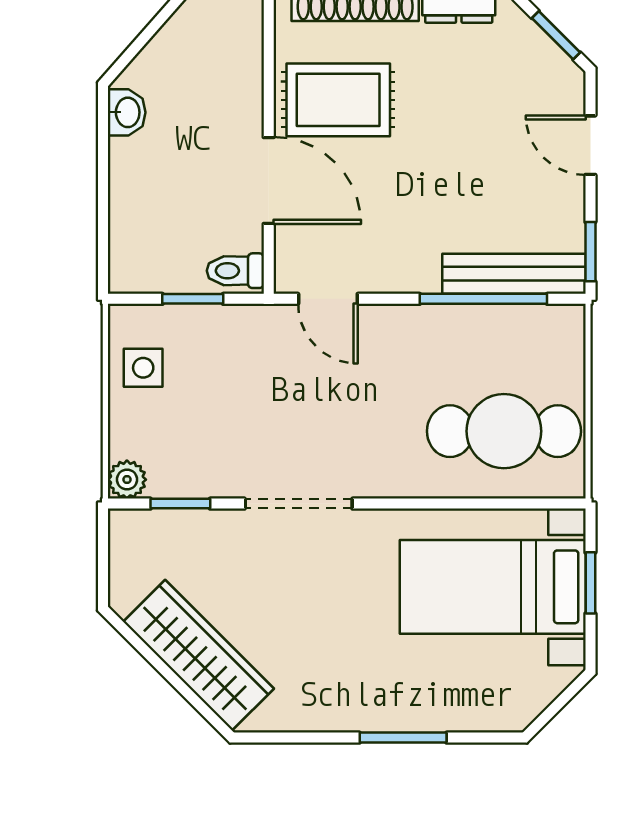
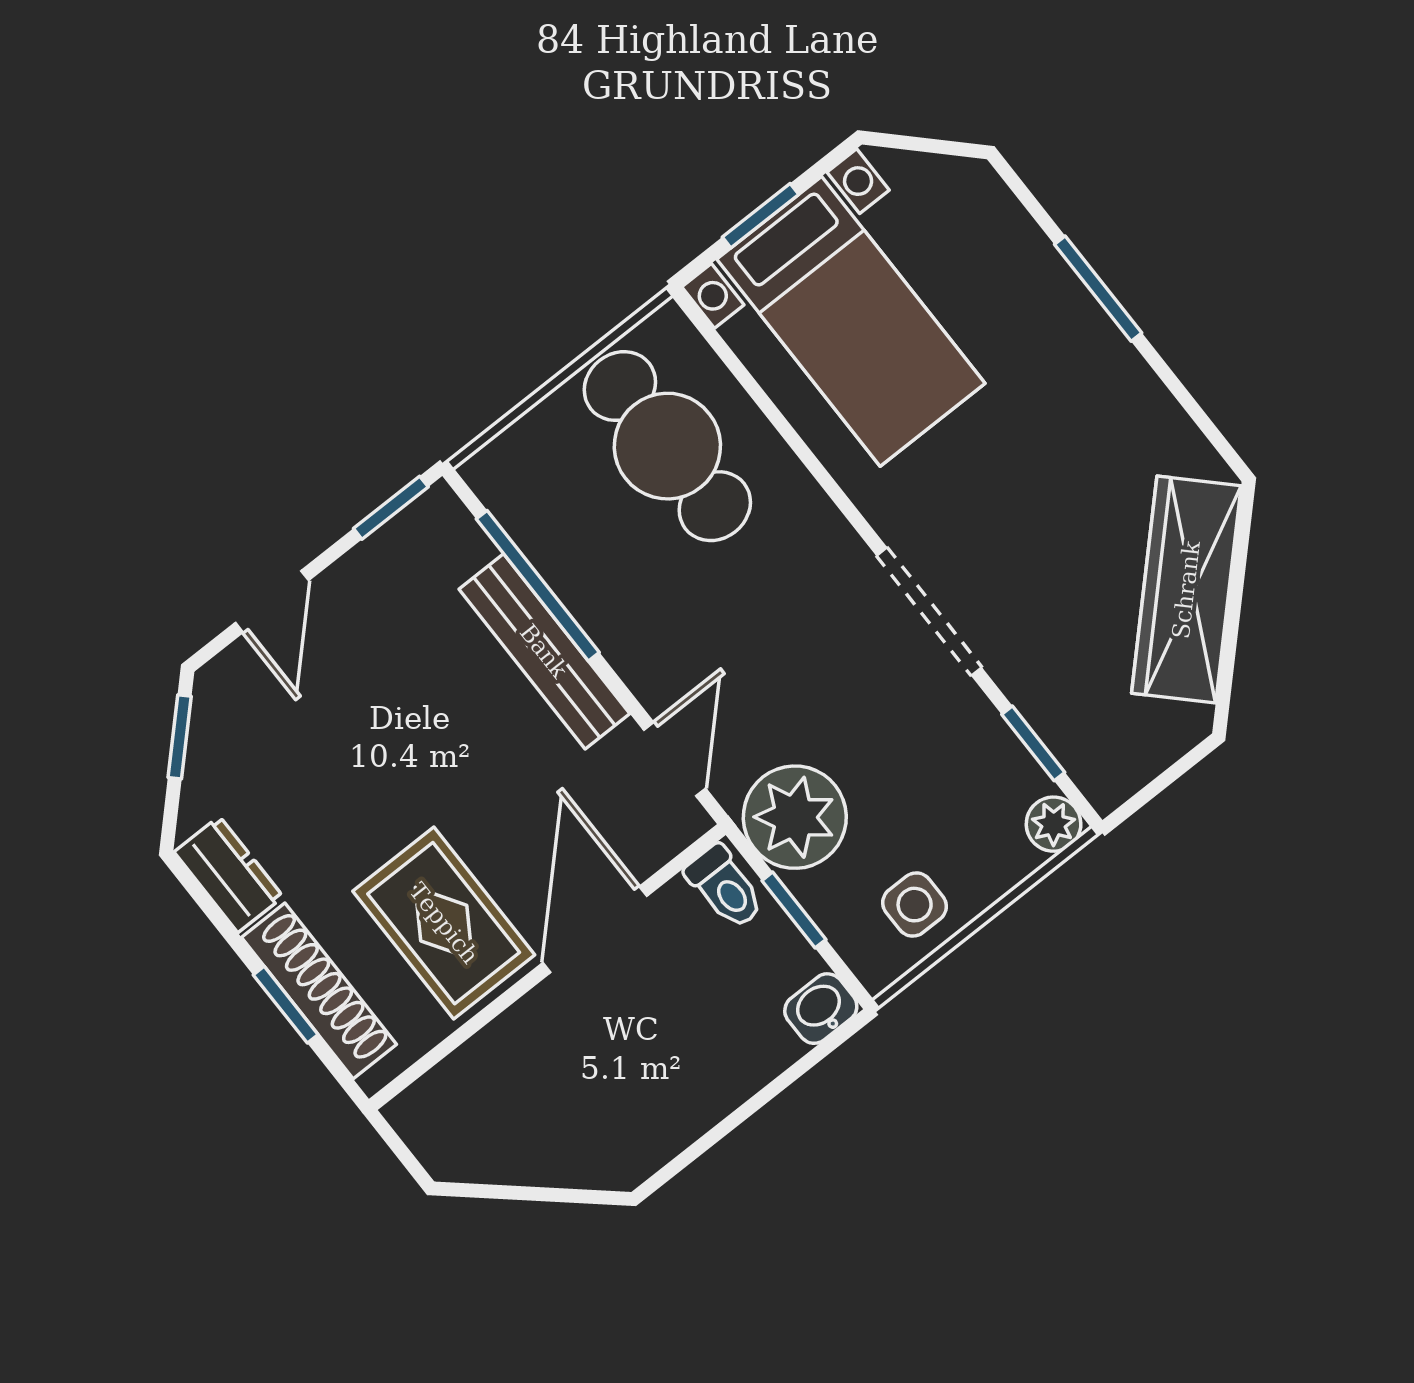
washbasin: (127, 112) -> (821, 1009), moved
bench: (514, 274) -> (544, 651), moved
plant: (244, 340) -> (795, 817), added

